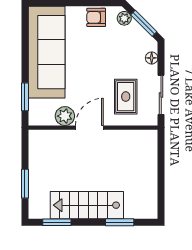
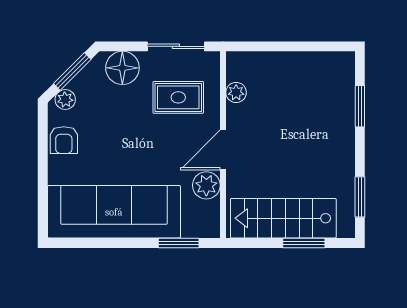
floor lamp: (152, 58) -> (122, 68), width x1.89, depth x1.89
door: (89, 128) -> (223, 150), hinge flipped
plant: (129, 137) -> (236, 92), added
stairs: (87, 205) -> (283, 218), moved, turned 90

